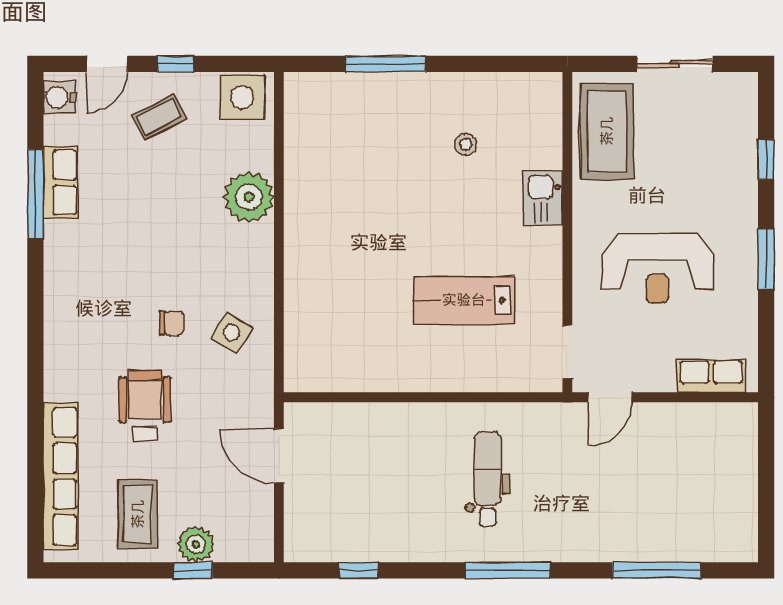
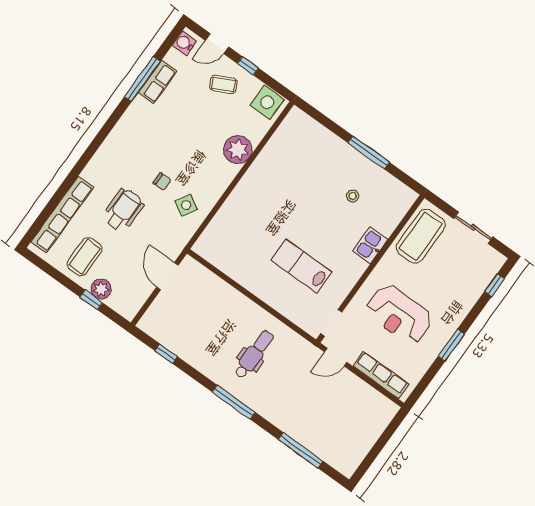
window: (386, 64) -> (369, 153), moved
window: (766, 160) -> (494, 285), moved
row of seats: (711, 376) -> (381, 375), width x1.48

